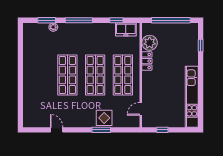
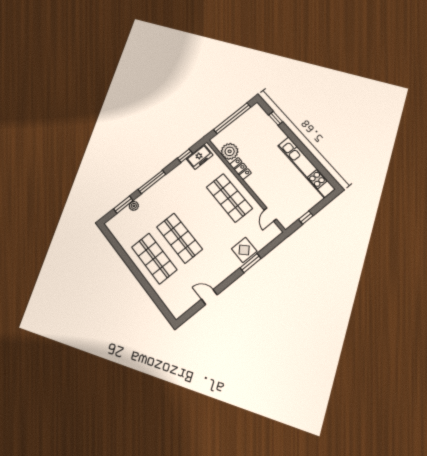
shop shelf: (95, 75) -> (154, 258), moved

